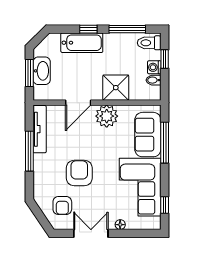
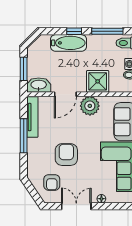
washbasin: (42, 71) -> (39, 85), moved, turned -90

